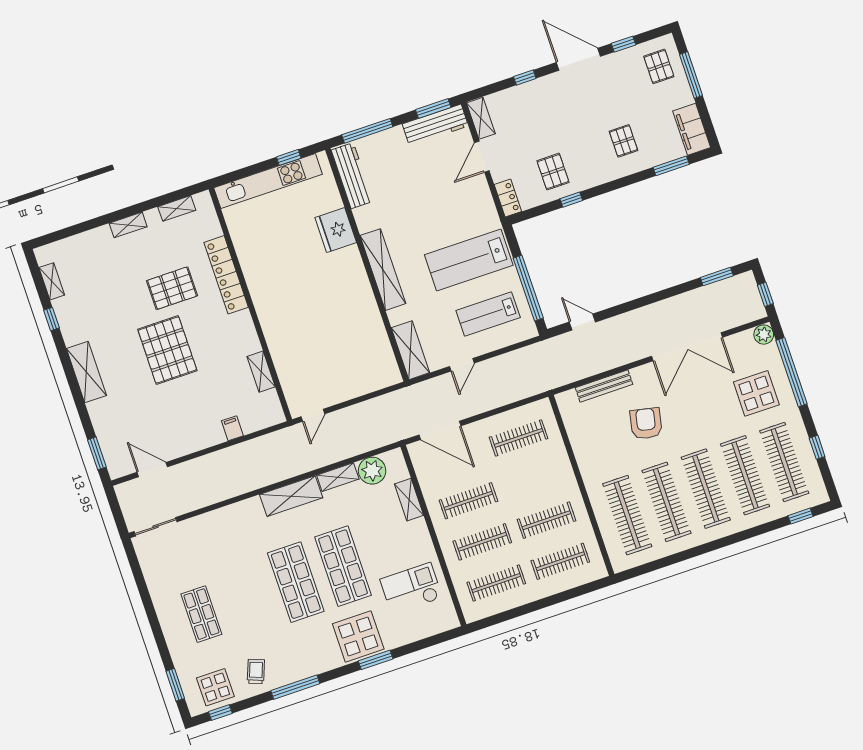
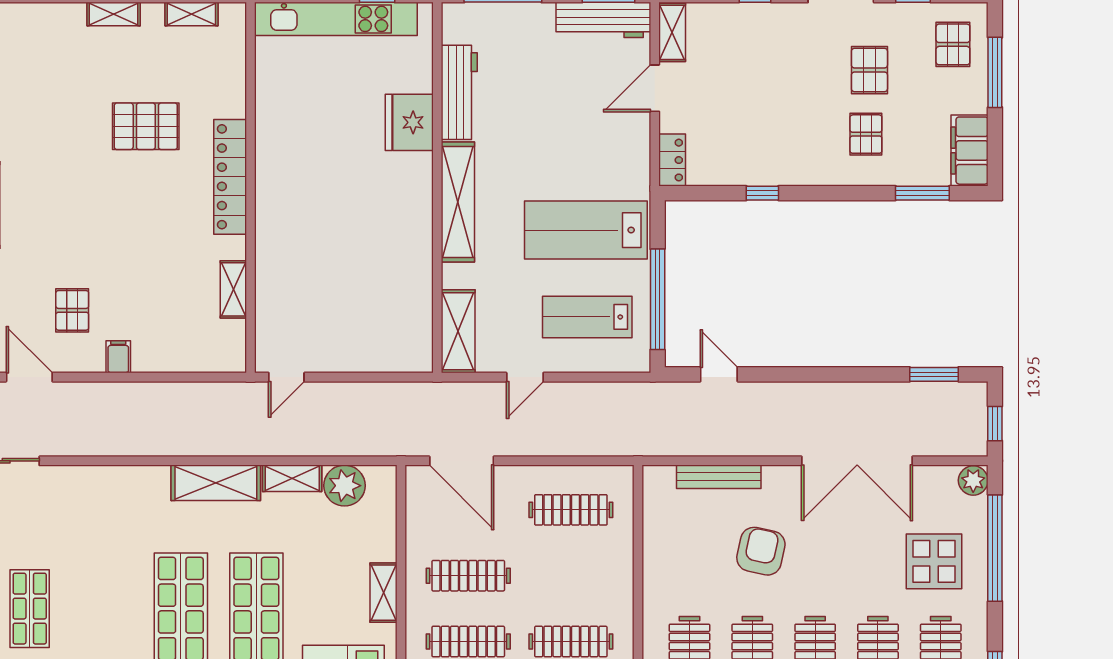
pallet: (553, 172) -> (869, 70), moved
workbench: (352, 176) -> (459, 92), moved
locker: (226, 275) -> (230, 177), moved
pallet: (167, 350) -> (72, 310), moved, width x0.49, depth x0.50
filing cabinet: (232, 428) -> (118, 357), moved
shelving: (409, 500) -> (383, 593), moved

